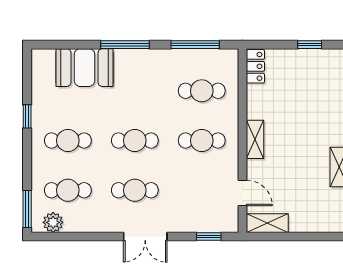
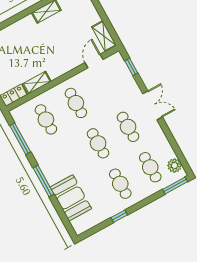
shelving: (255, 139) -> (37, 83), moved

